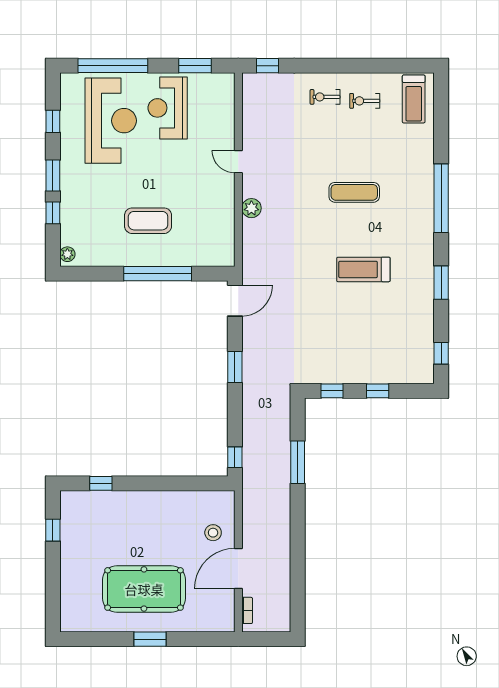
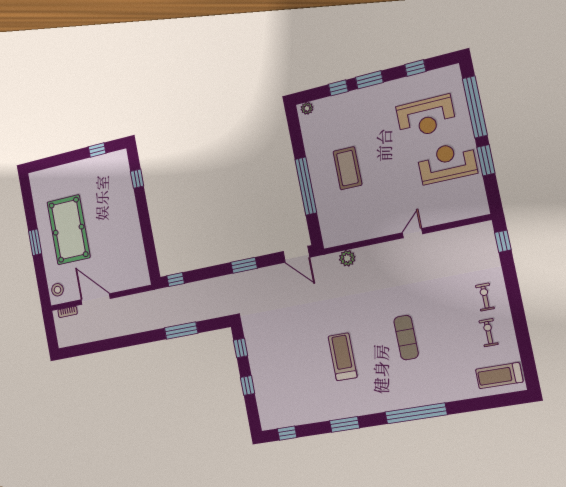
window: (195, 66) -> (486, 160), moved
reception desk: (111, 121) -> (426, 117), width x0.74, depth x0.77
plant: (251, 208) -> (347, 258), moved
stool: (213, 533) -> (57, 290), moved

